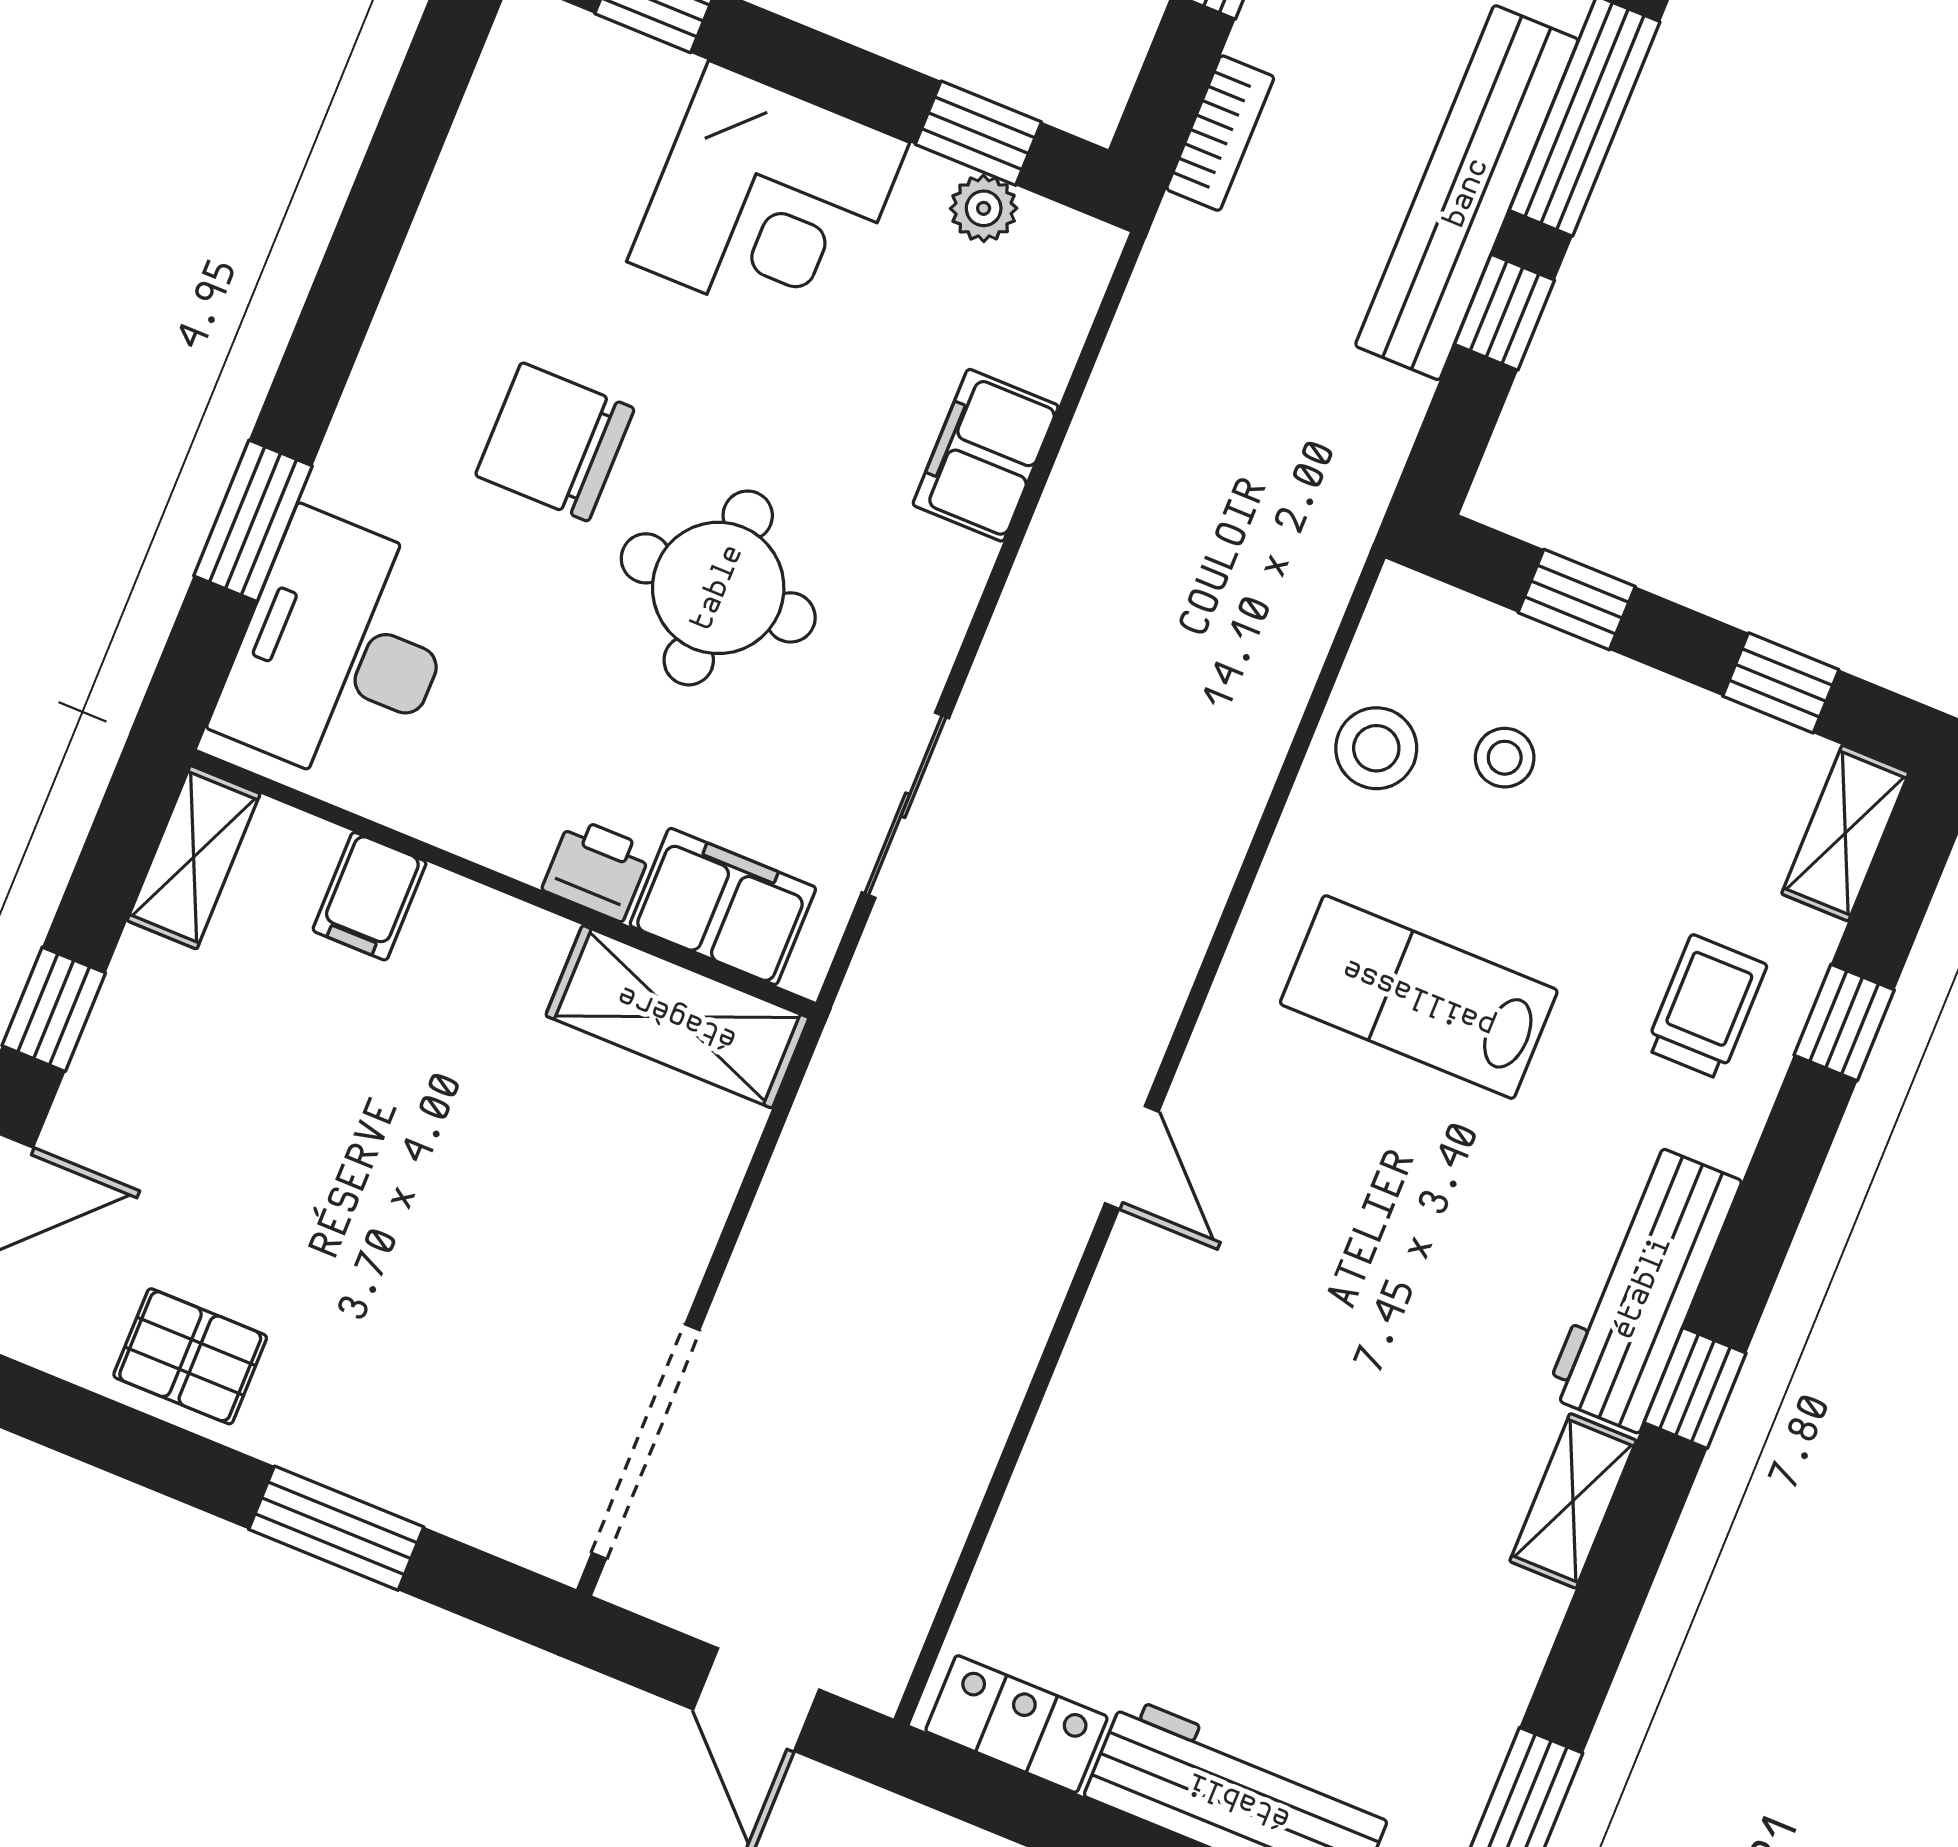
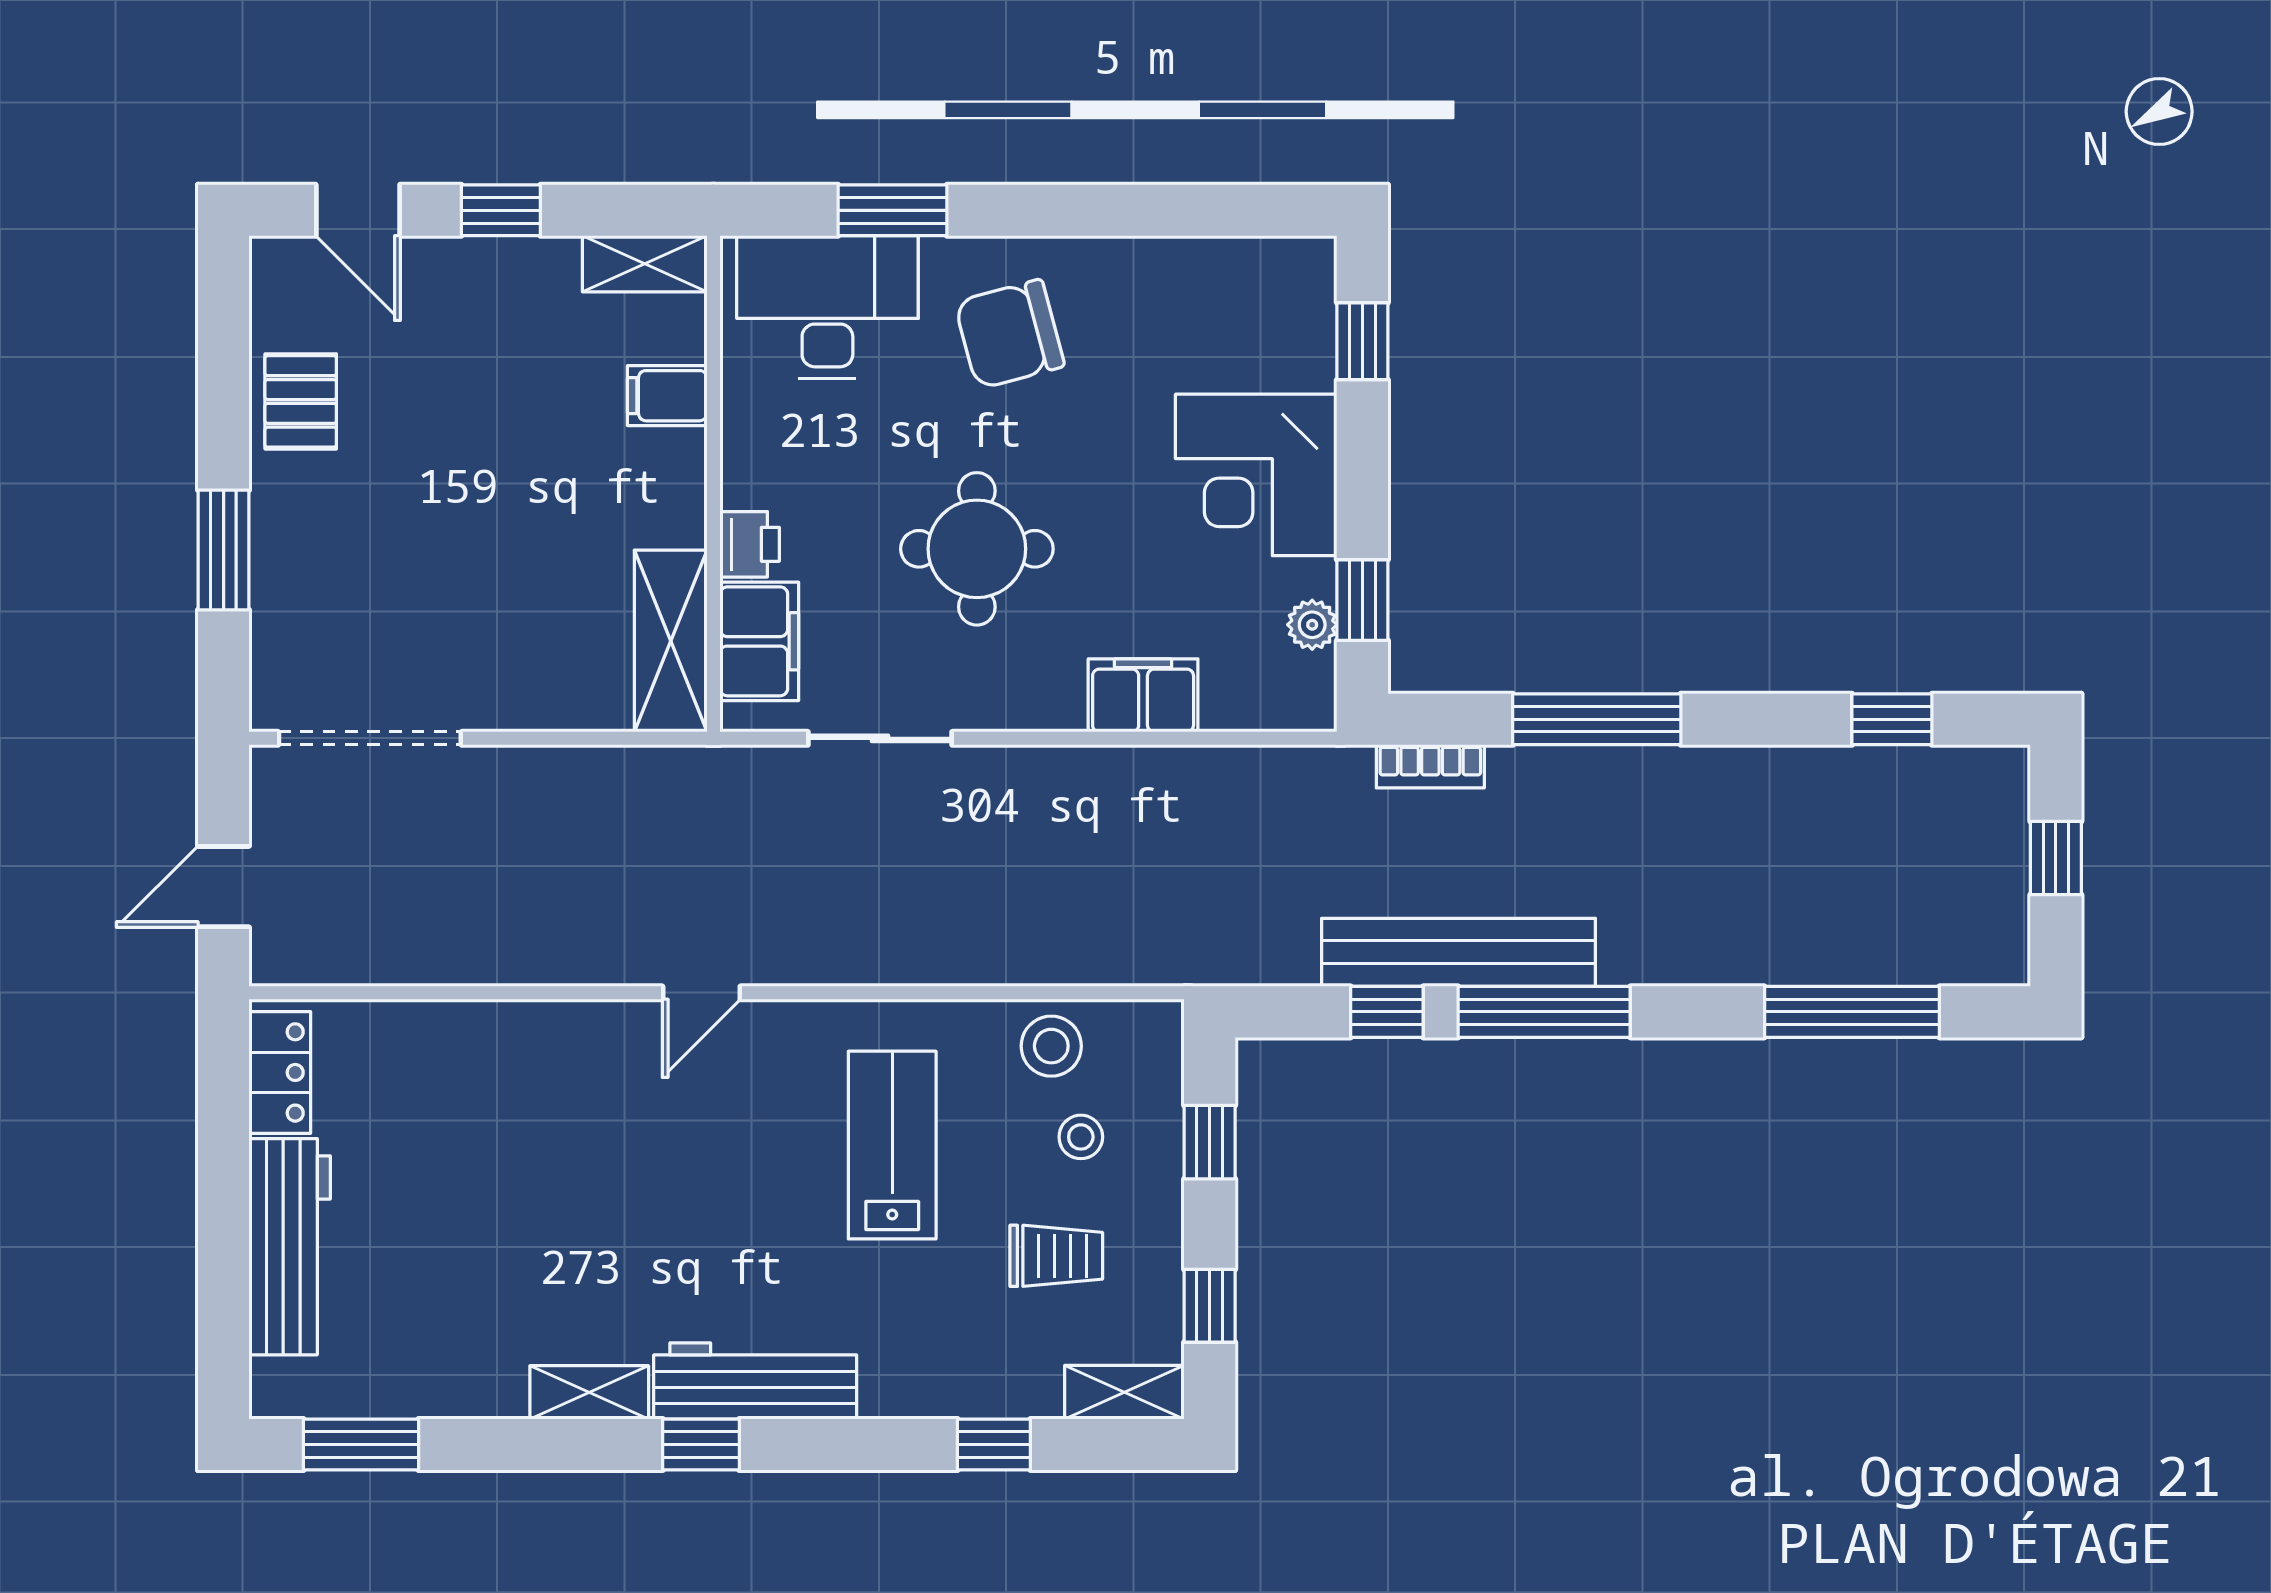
chair: (555, 442) -> (1010, 334), moved, turned -105
trolley: (1706, 1007) -> (1056, 1256), moved

